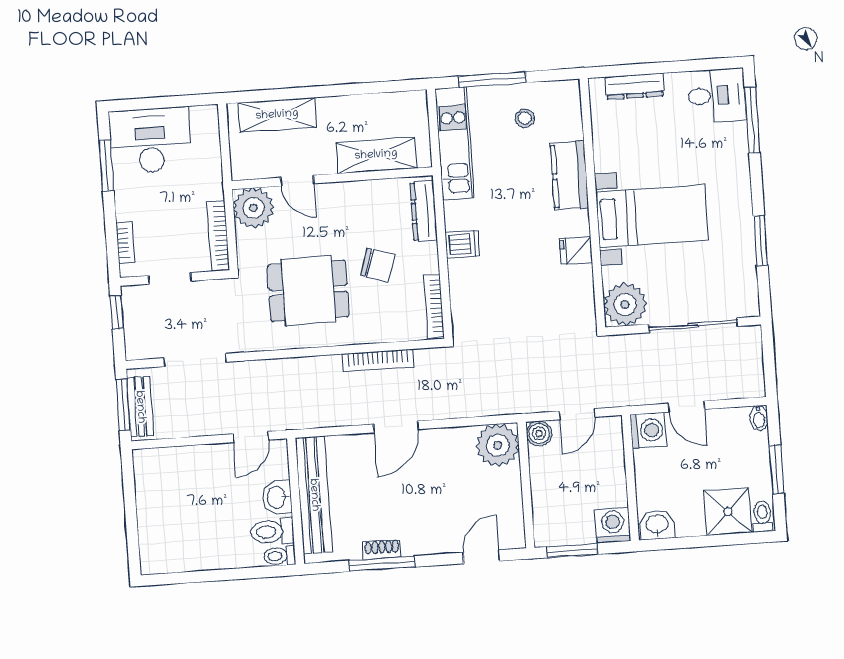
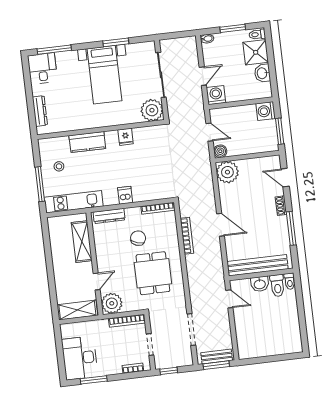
shelving: (277, 115) -> (77, 310), moved, turned 90
bed with nightstands: (652, 216) -> (104, 75), moved, turned 180
washbasin: (657, 525) -> (262, 73), moved
shoe rack: (382, 549) -> (281, 206), moved

